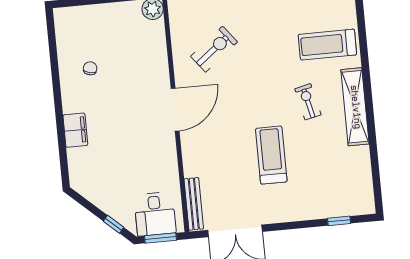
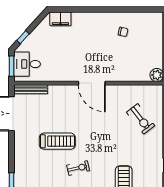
exercise bike: (214, 49) -> (141, 119), moved
exercise bike: (308, 102) -> (78, 168), moved
filing cabinet: (75, 130) -> (60, 19), moved

